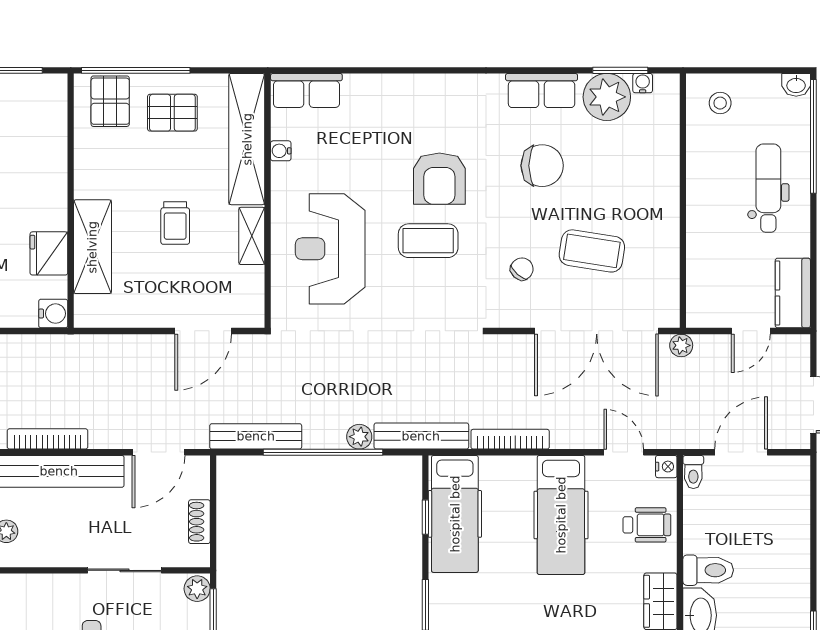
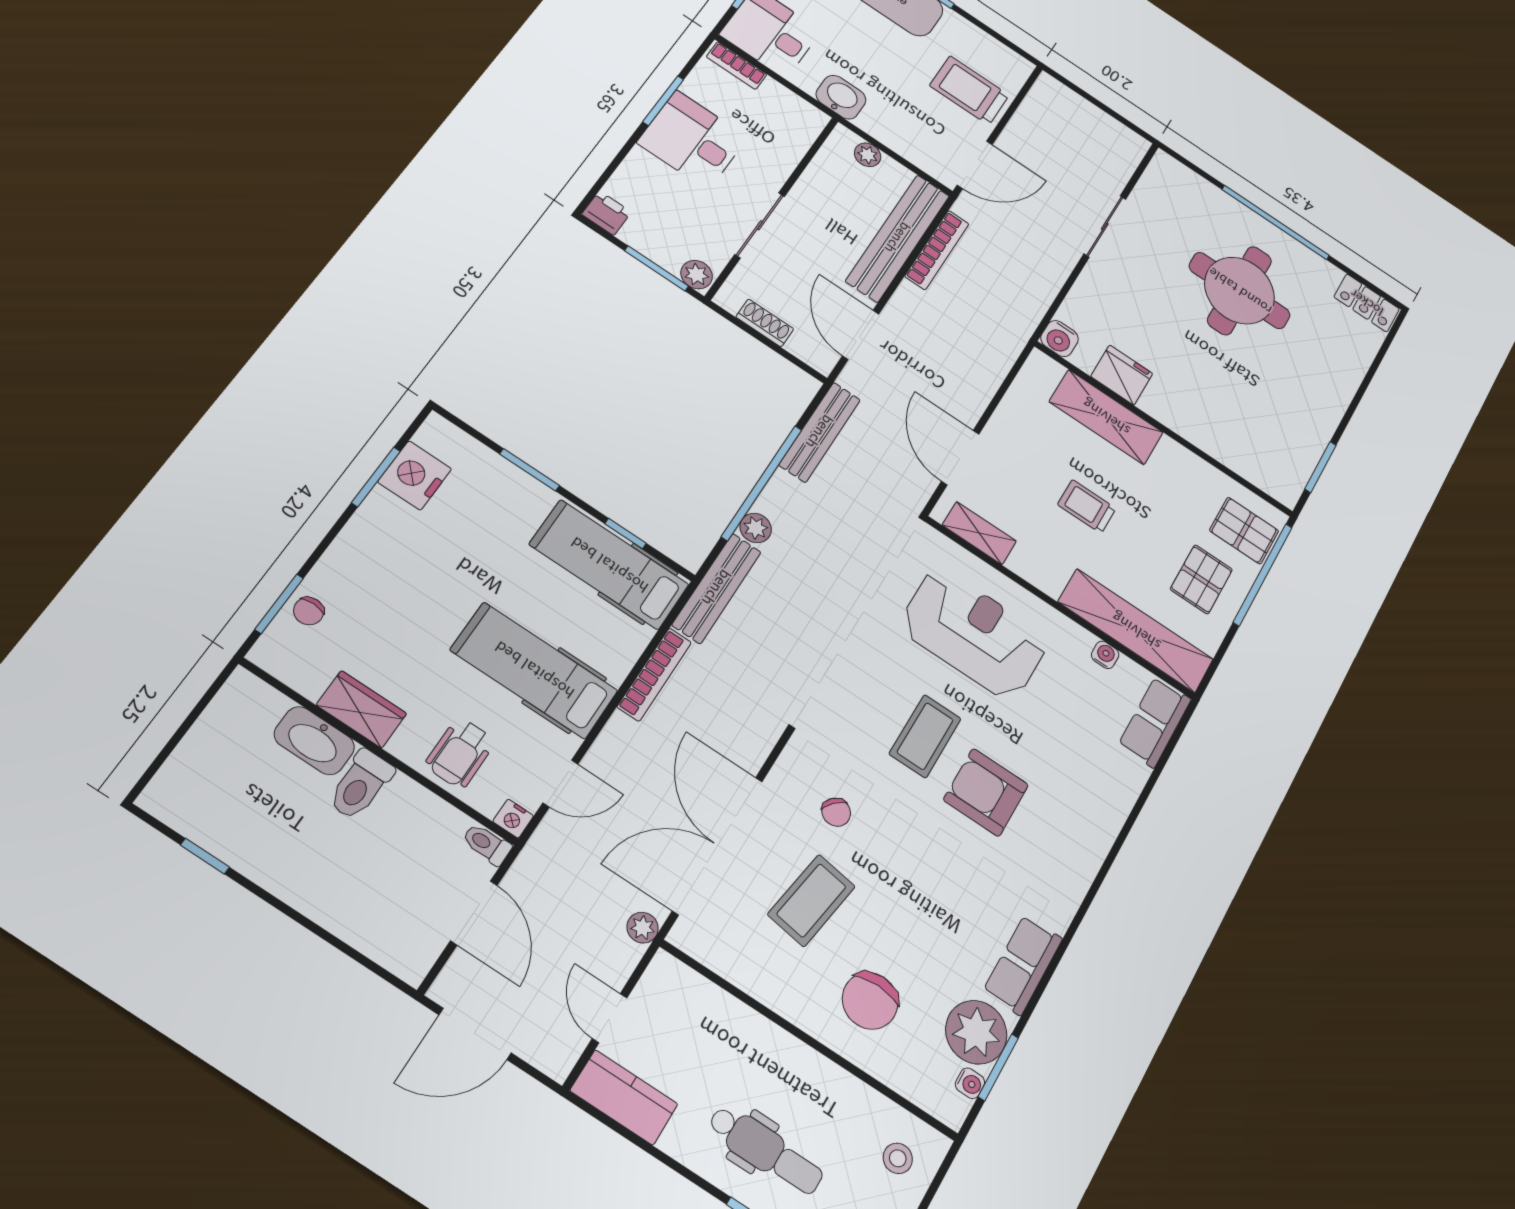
chair: (542, 166) -> (870, 1001), moved
shelving: (252, 236) -> (979, 533), moved

